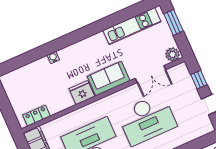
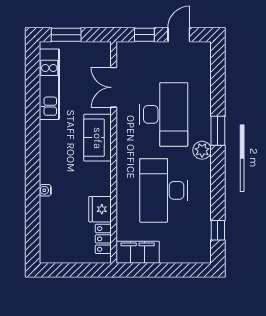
plant: (173, 54) -> (102, 52), removed
double door: (151, 74) -> (114, 87), swing flipped
fridge: (82, 93) -> (100, 209), moved

